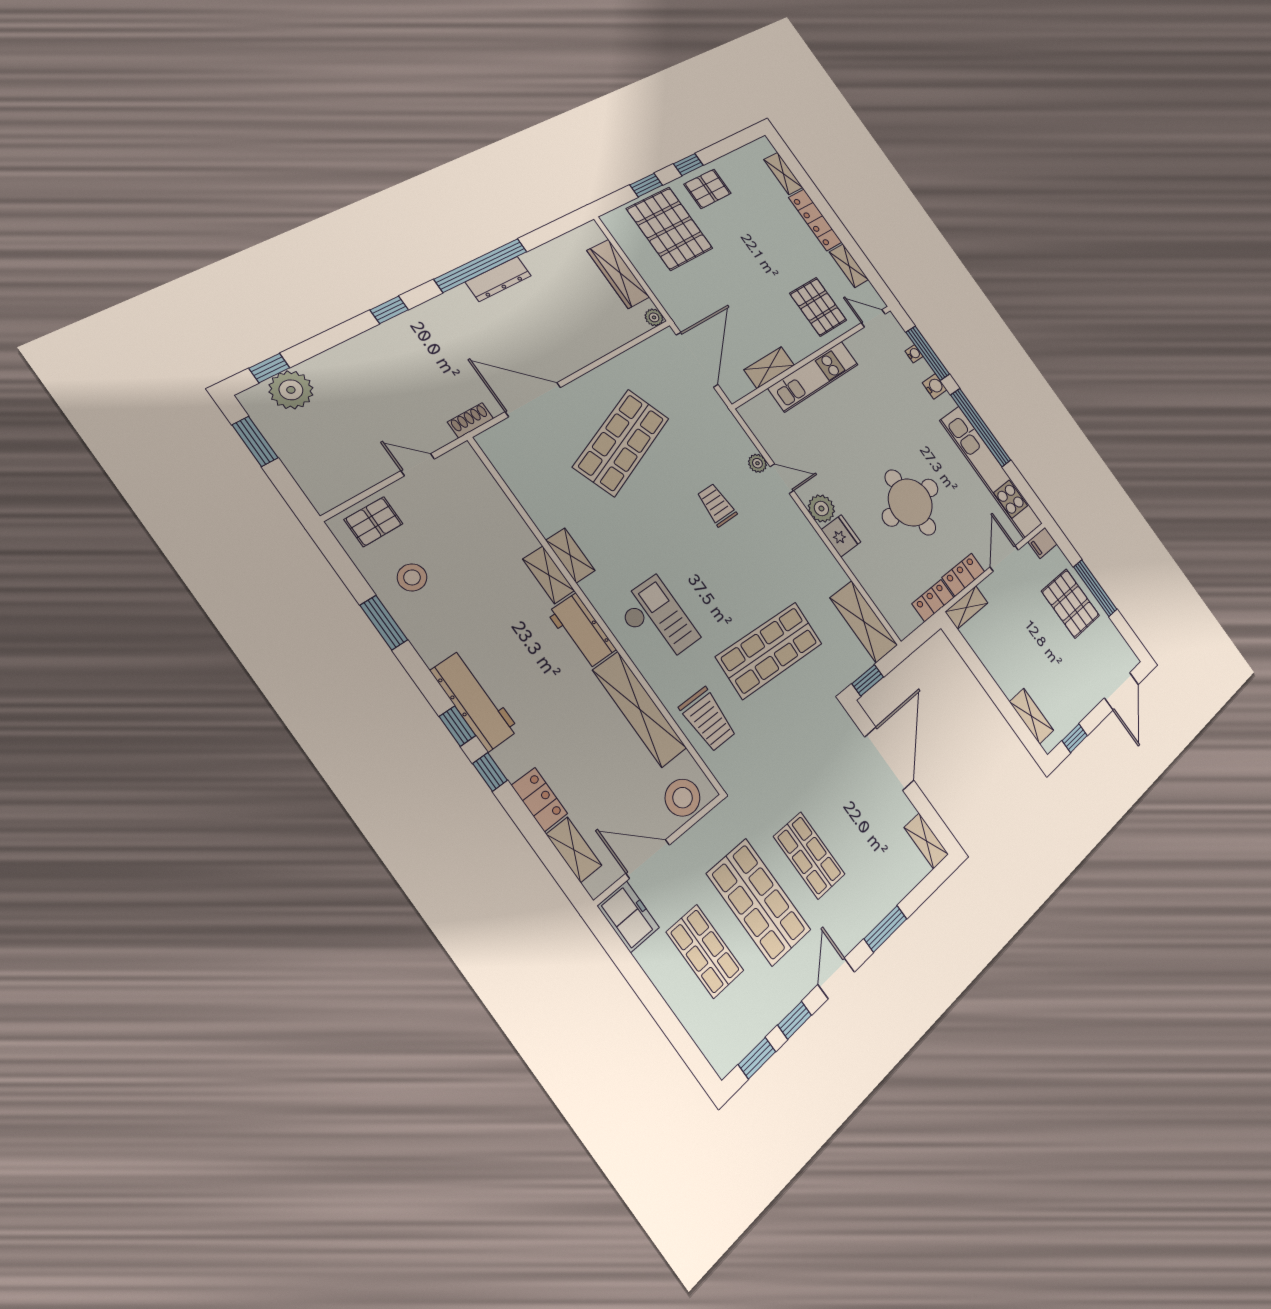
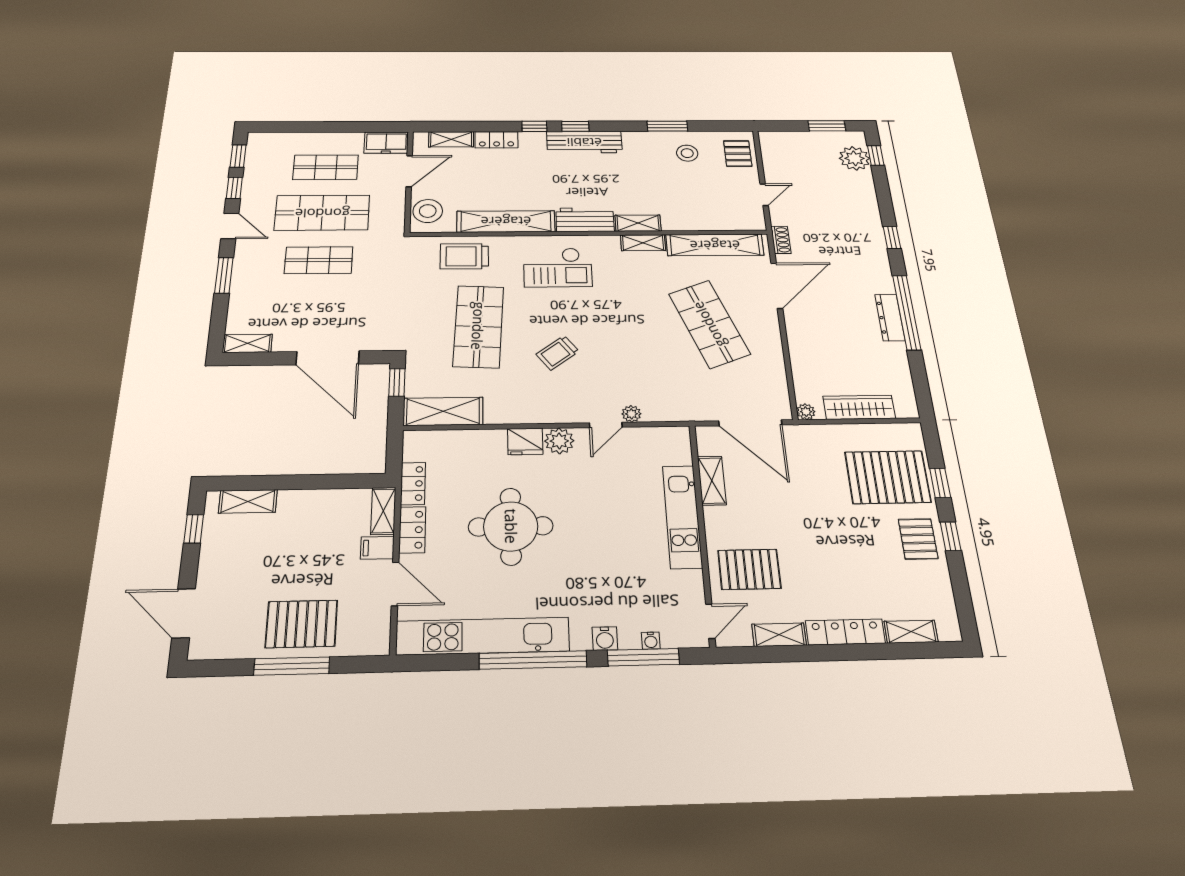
shelving: (523, 483) -> (715, 245), added
trolley: (717, 505) -> (558, 353), moved, turned 143
filing cabinet: (1043, 543) -> (377, 548), moved, turned -90

